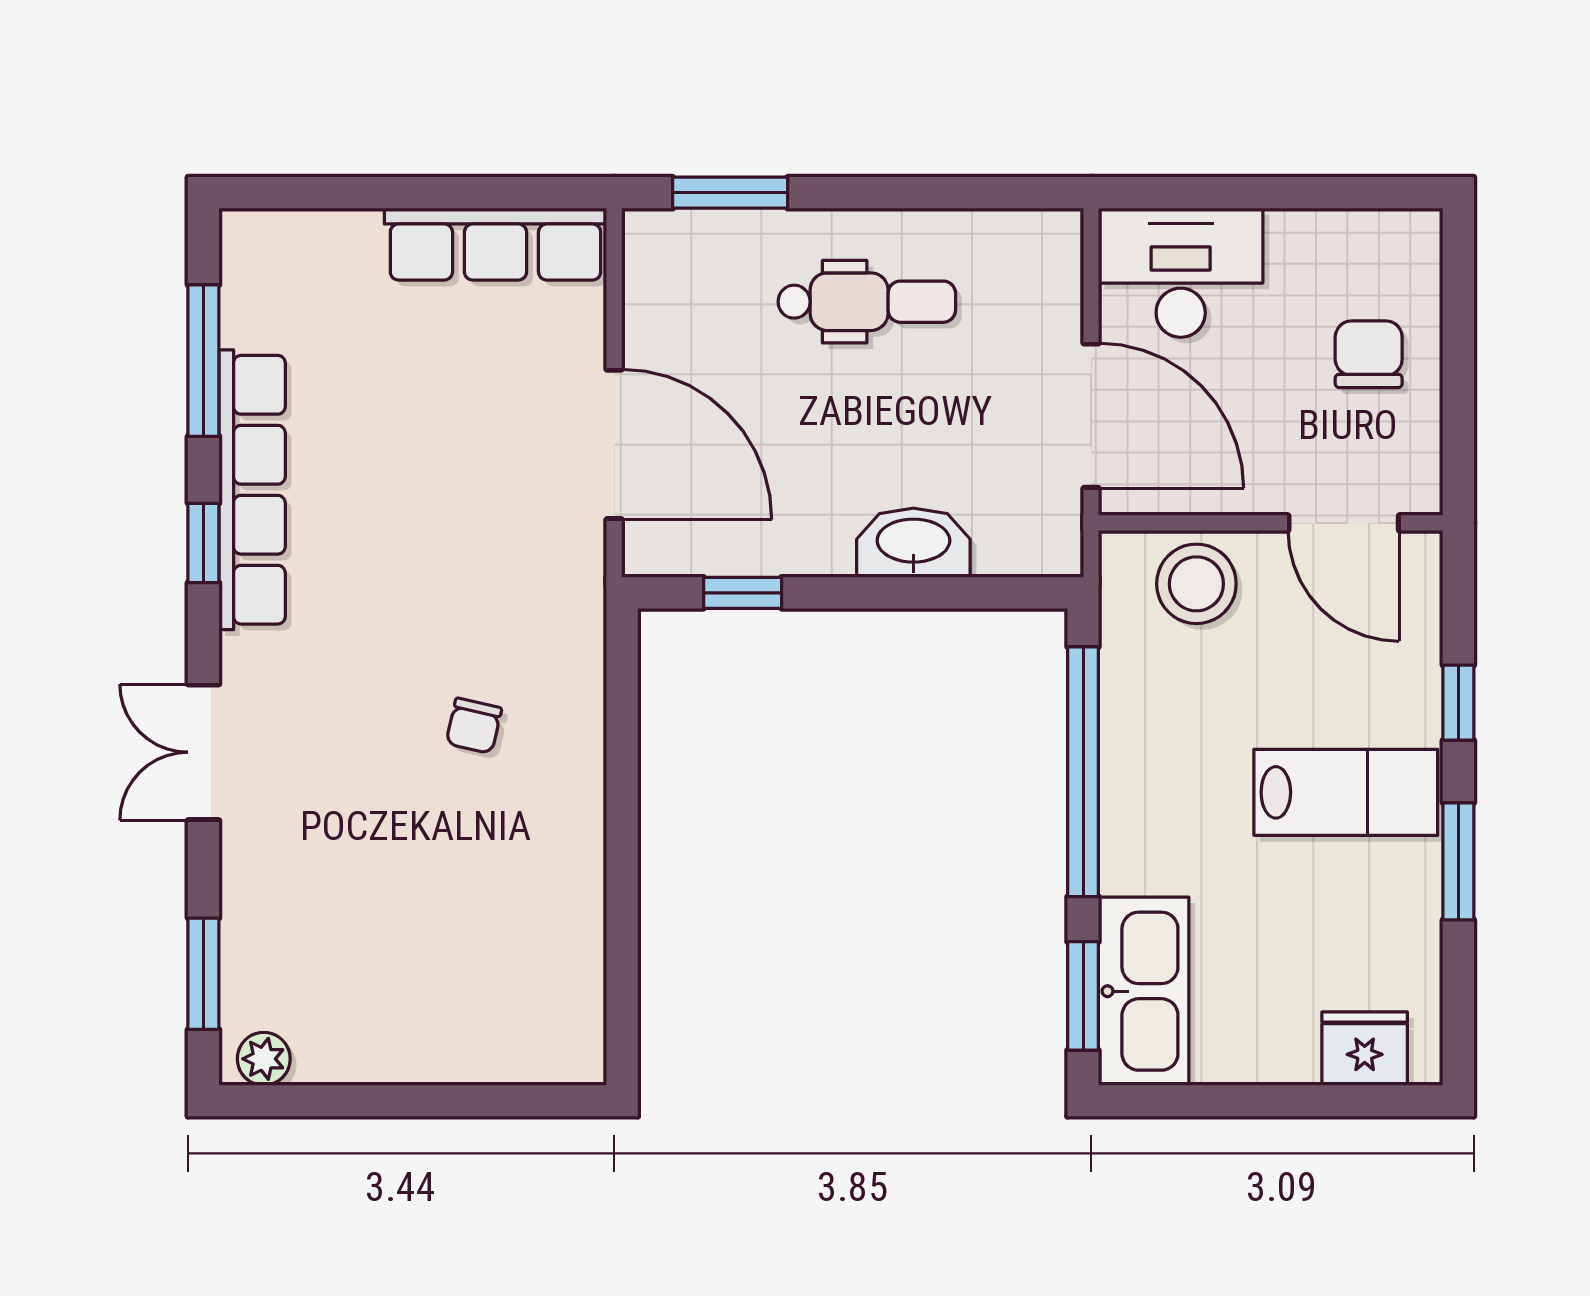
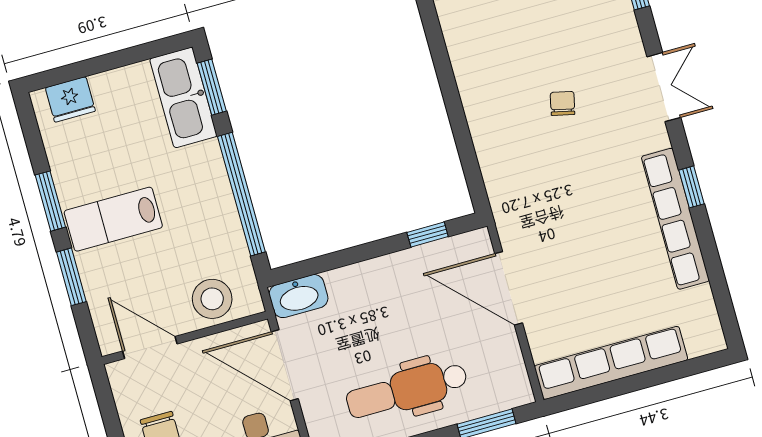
row of seats: (496, 244) -> (611, 363), width x1.36
dental chair: (867, 302) -> (407, 390), width x1.36, depth x1.38
window: (203, 361) -> (716, 274), removed
washbasin: (913, 543) -> (299, 296), moved
window: (1458, 703) -> (71, 277), width x1.50
chair: (474, 726) -> (563, 103), moved

